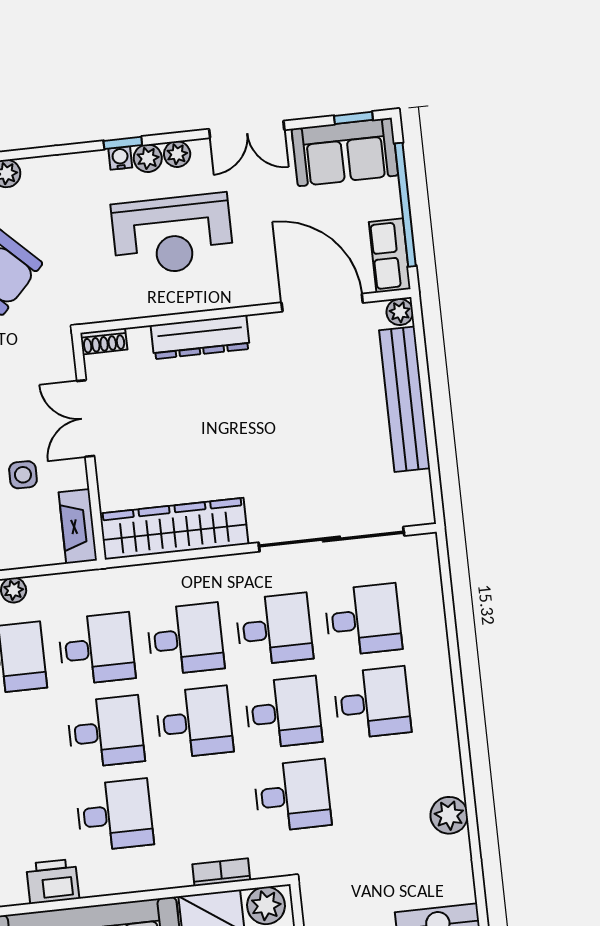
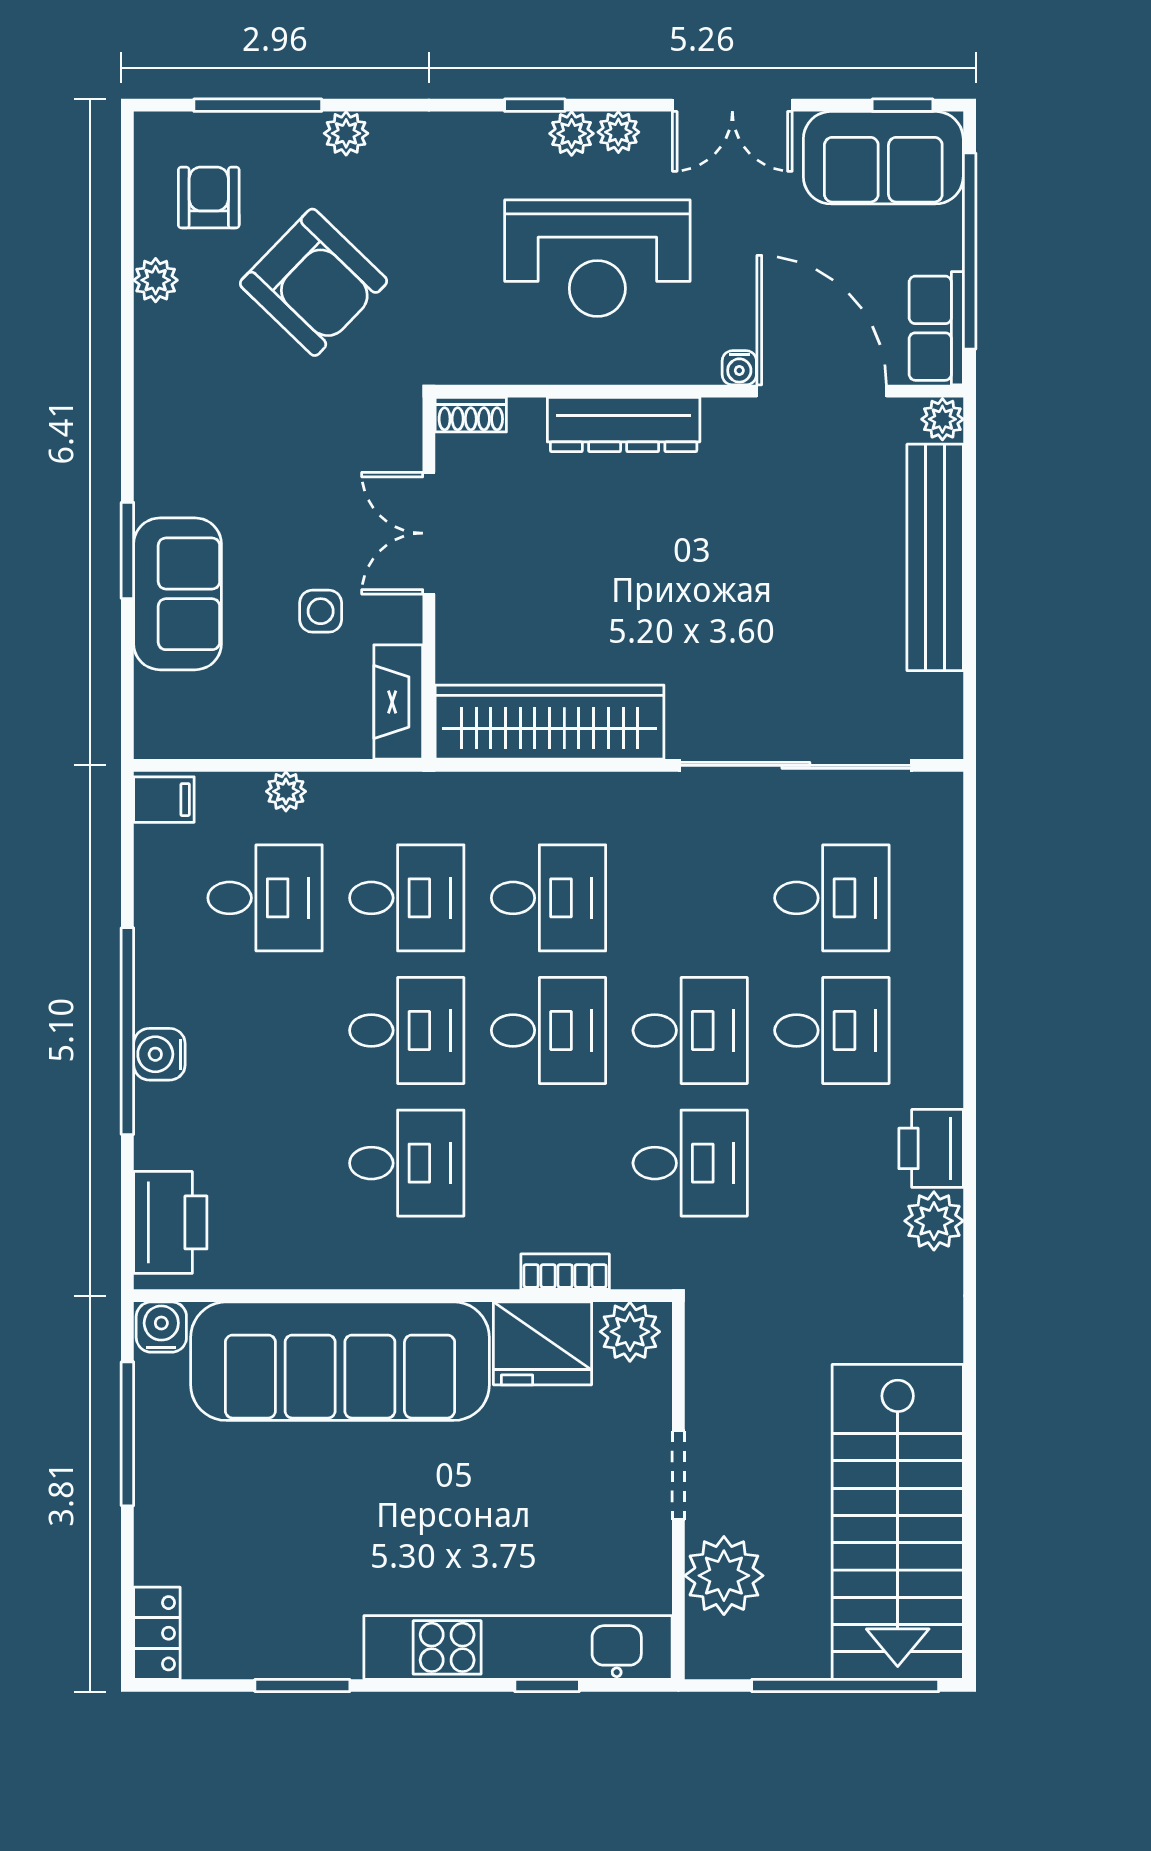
water cooler: (120, 158) -> (739, 368), moved, turned 180
desk: (274, 629) -> (690, 898), removed
printer: (53, 881) -> (931, 1148), moved, turned -90

